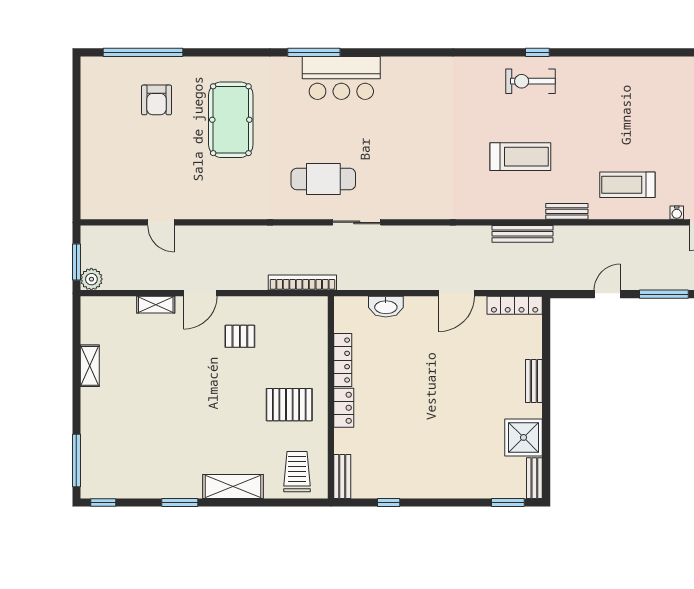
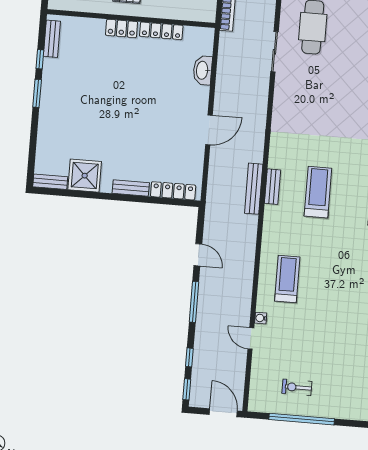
treadmill: (520, 157) -> (318, 192), turned 180
bench: (567, 211) -> (273, 187), moved
door: (457, 293) -> (209, 130), swing flipped
locker: (515, 305) -> (173, 191), moved, turned 90
bench: (342, 476) -> (52, 39), moved, turned 90
window: (508, 502) -> (37, 93), moved

